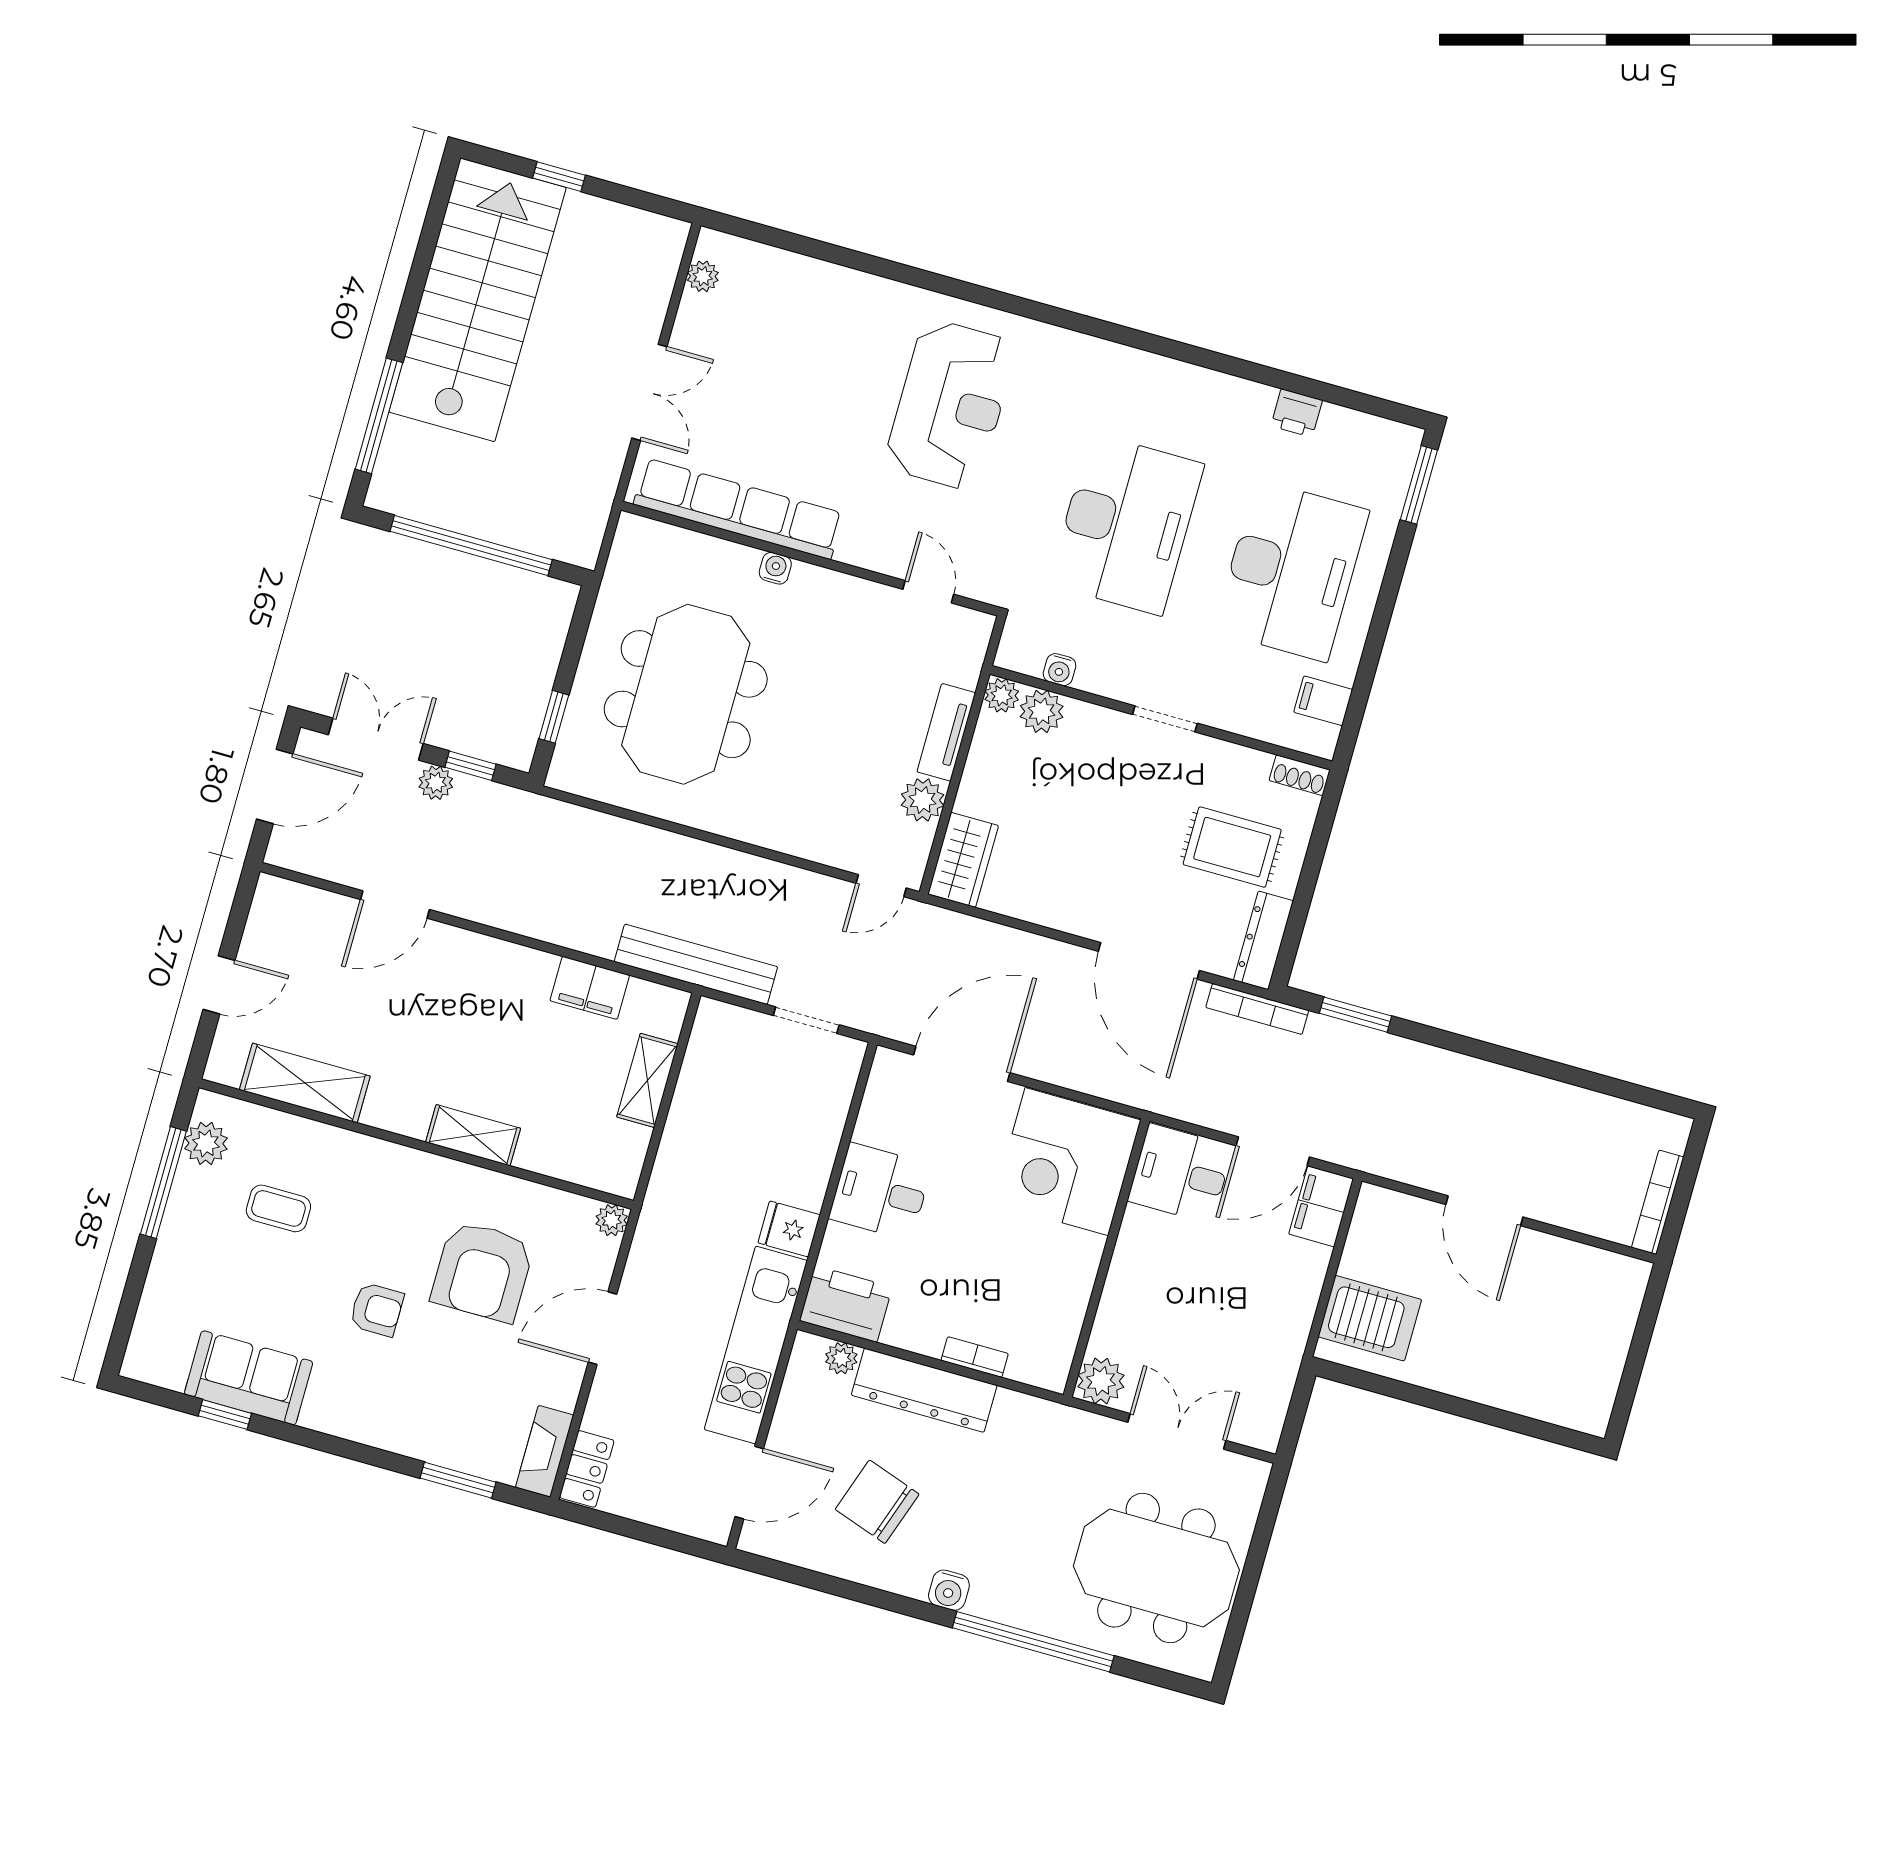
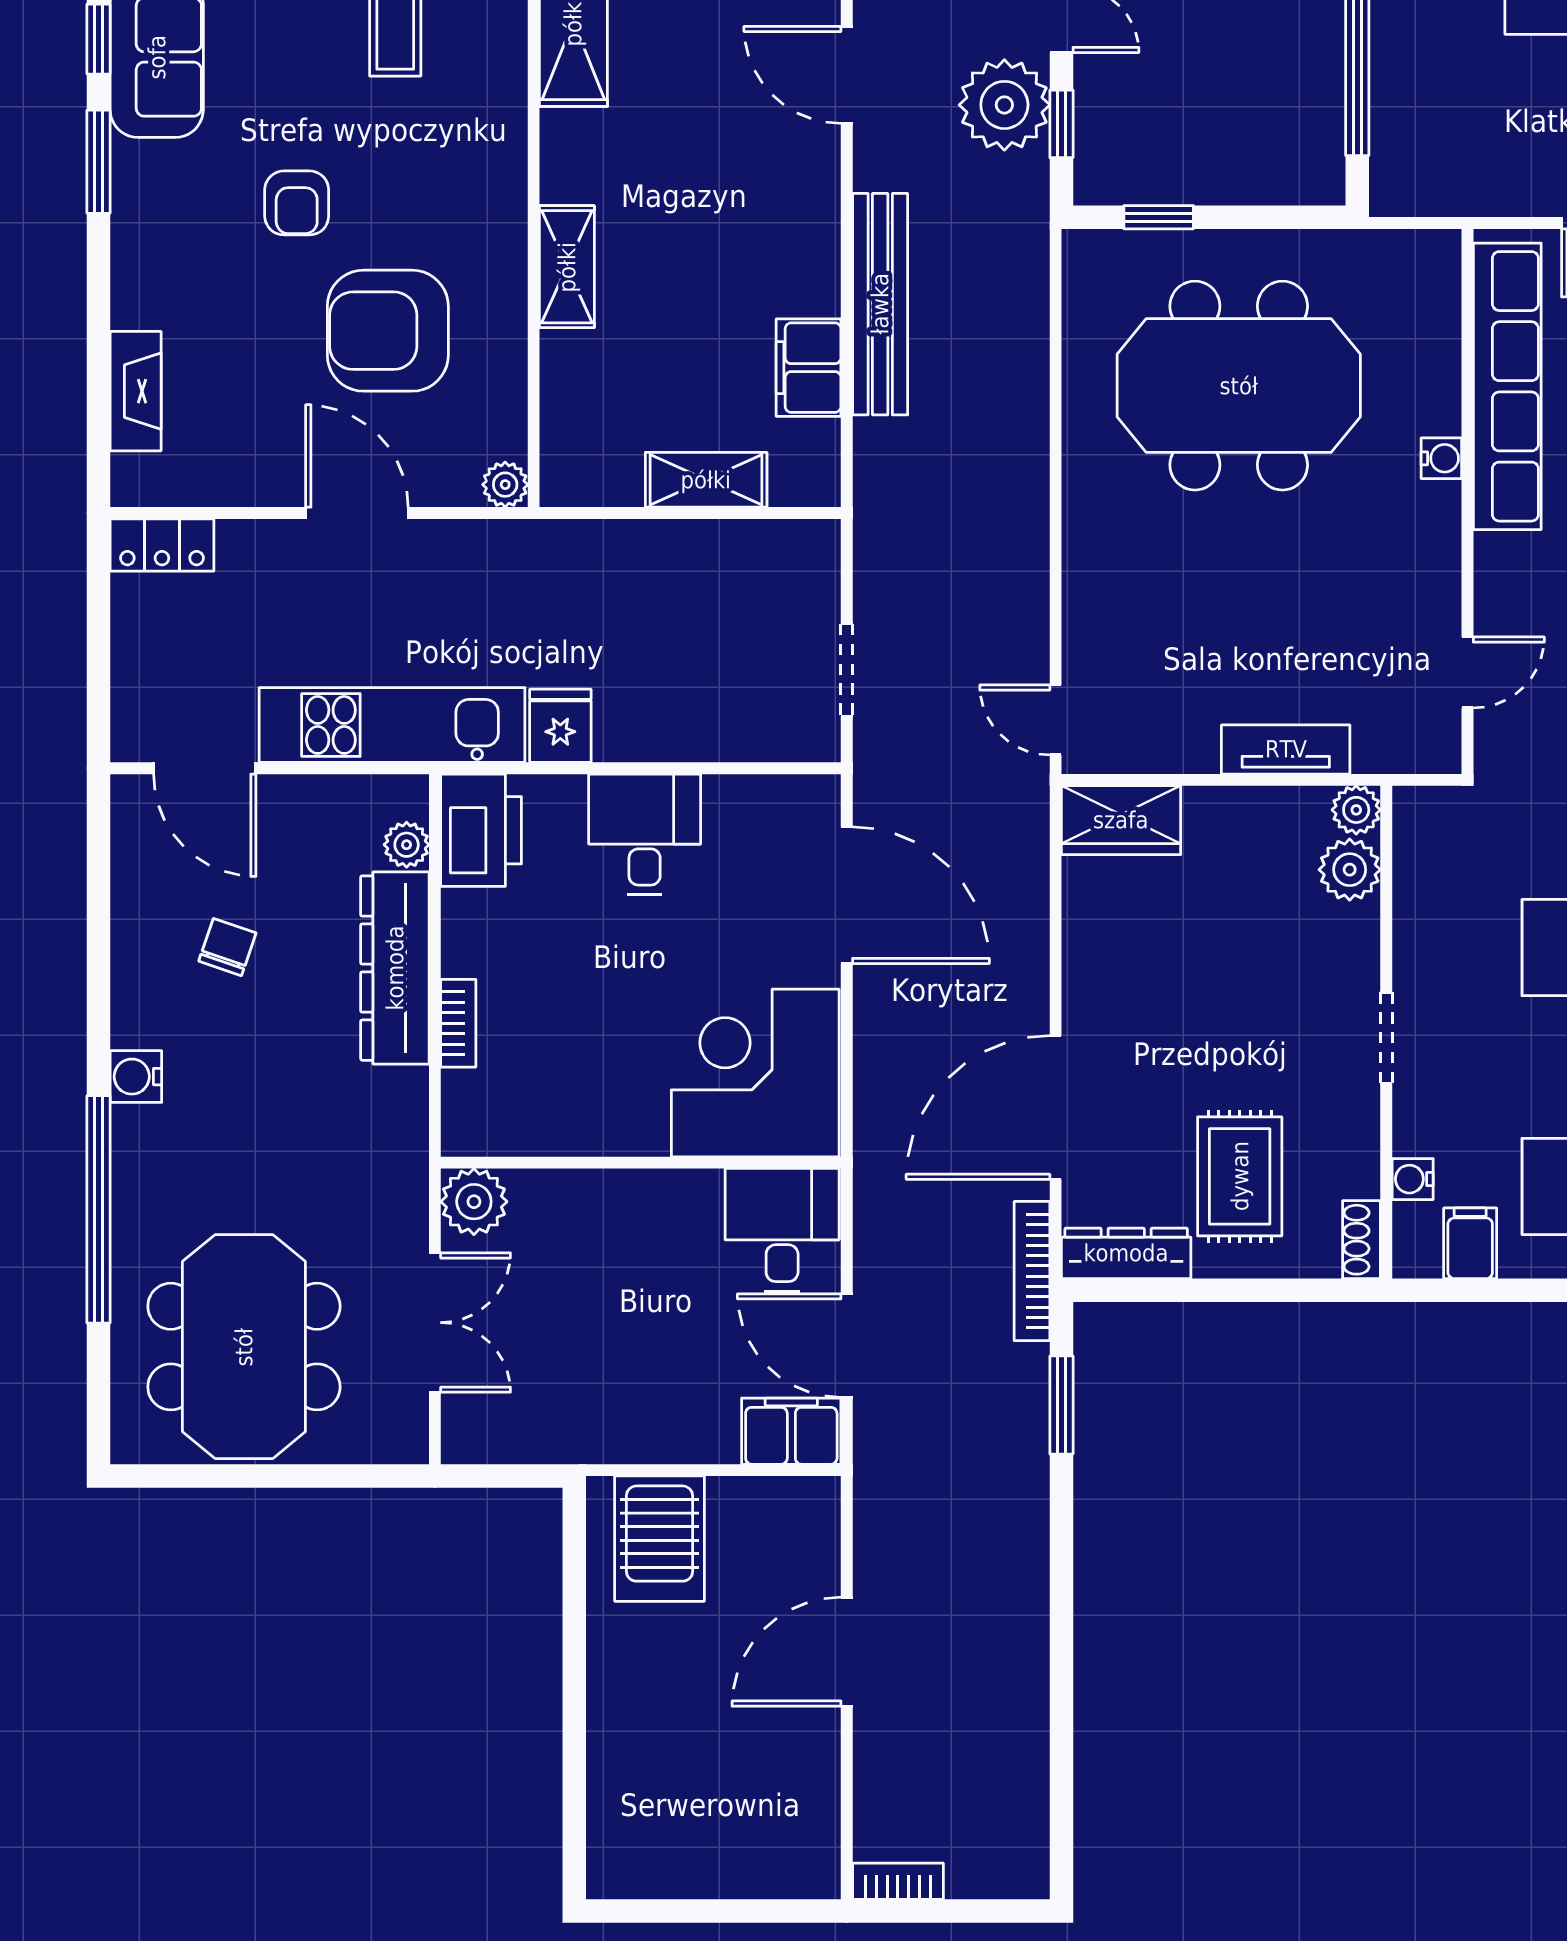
water cooler: (1060, 670) -> (1413, 1179), moved
plant: (436, 783) -> (1004, 105), width x1.88, depth x1.88
plant: (923, 800) -> (1186, 743), removed
bench: (696, 964) -> (880, 304), moved
bookcase: (1658, 1202) -> (898, 1881), width x0.64
fireplace: (545, 1451) -> (136, 391), moved, turned 90
window: (458, 1480) -> (98, 162), moved
chair: (877, 1502) -> (227, 947), width x0.54, depth x0.54

